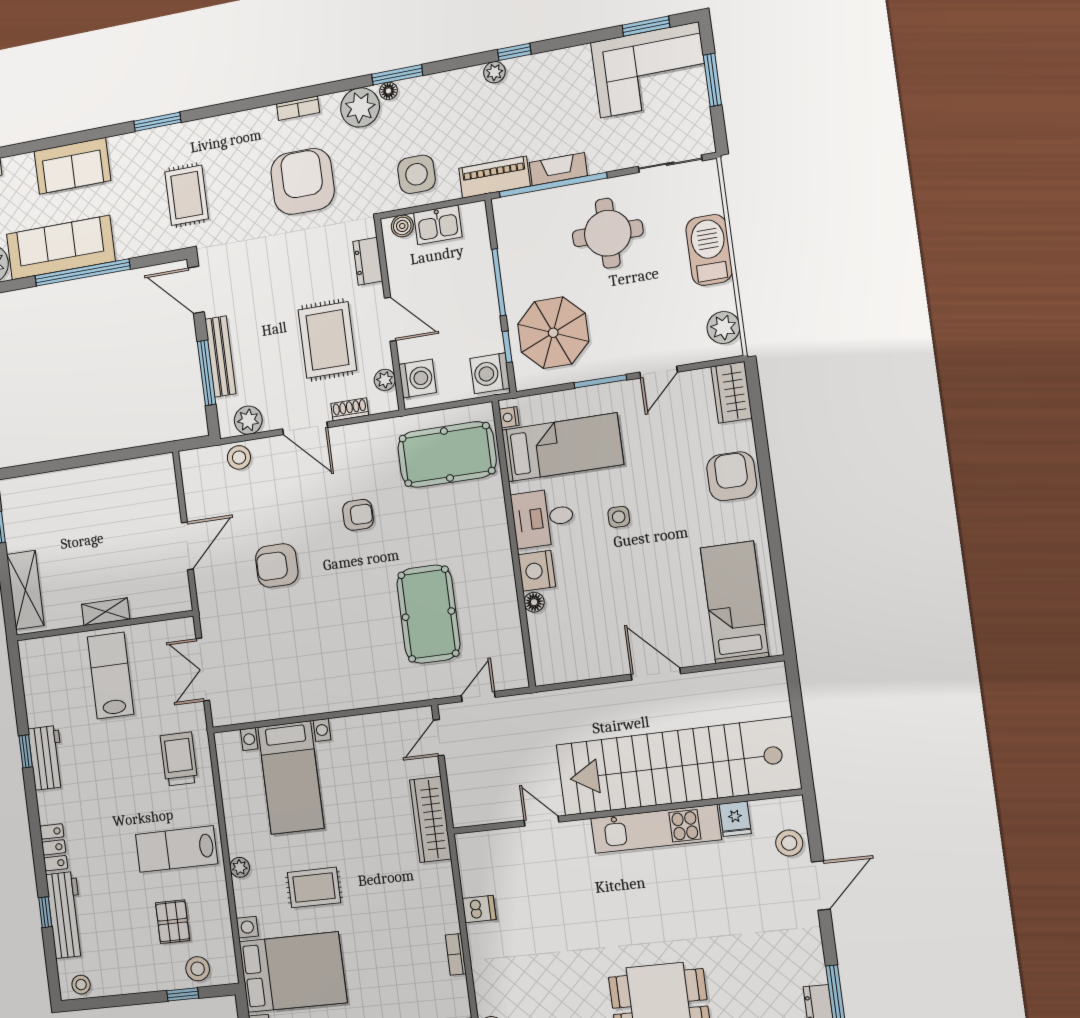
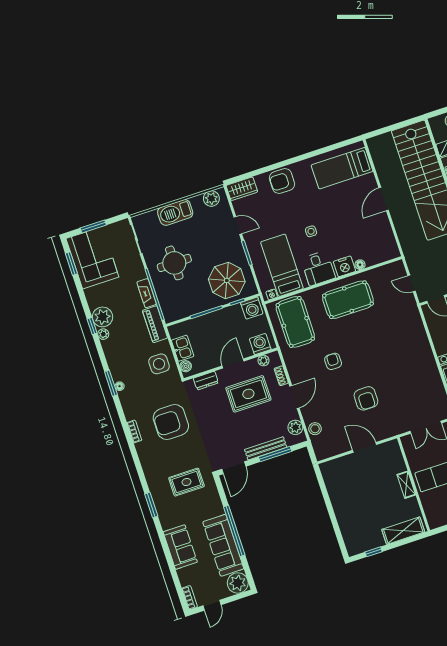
plant: (360, 107) -> (102, 317), moved
pool table: (428, 614) -> (348, 300), moved

